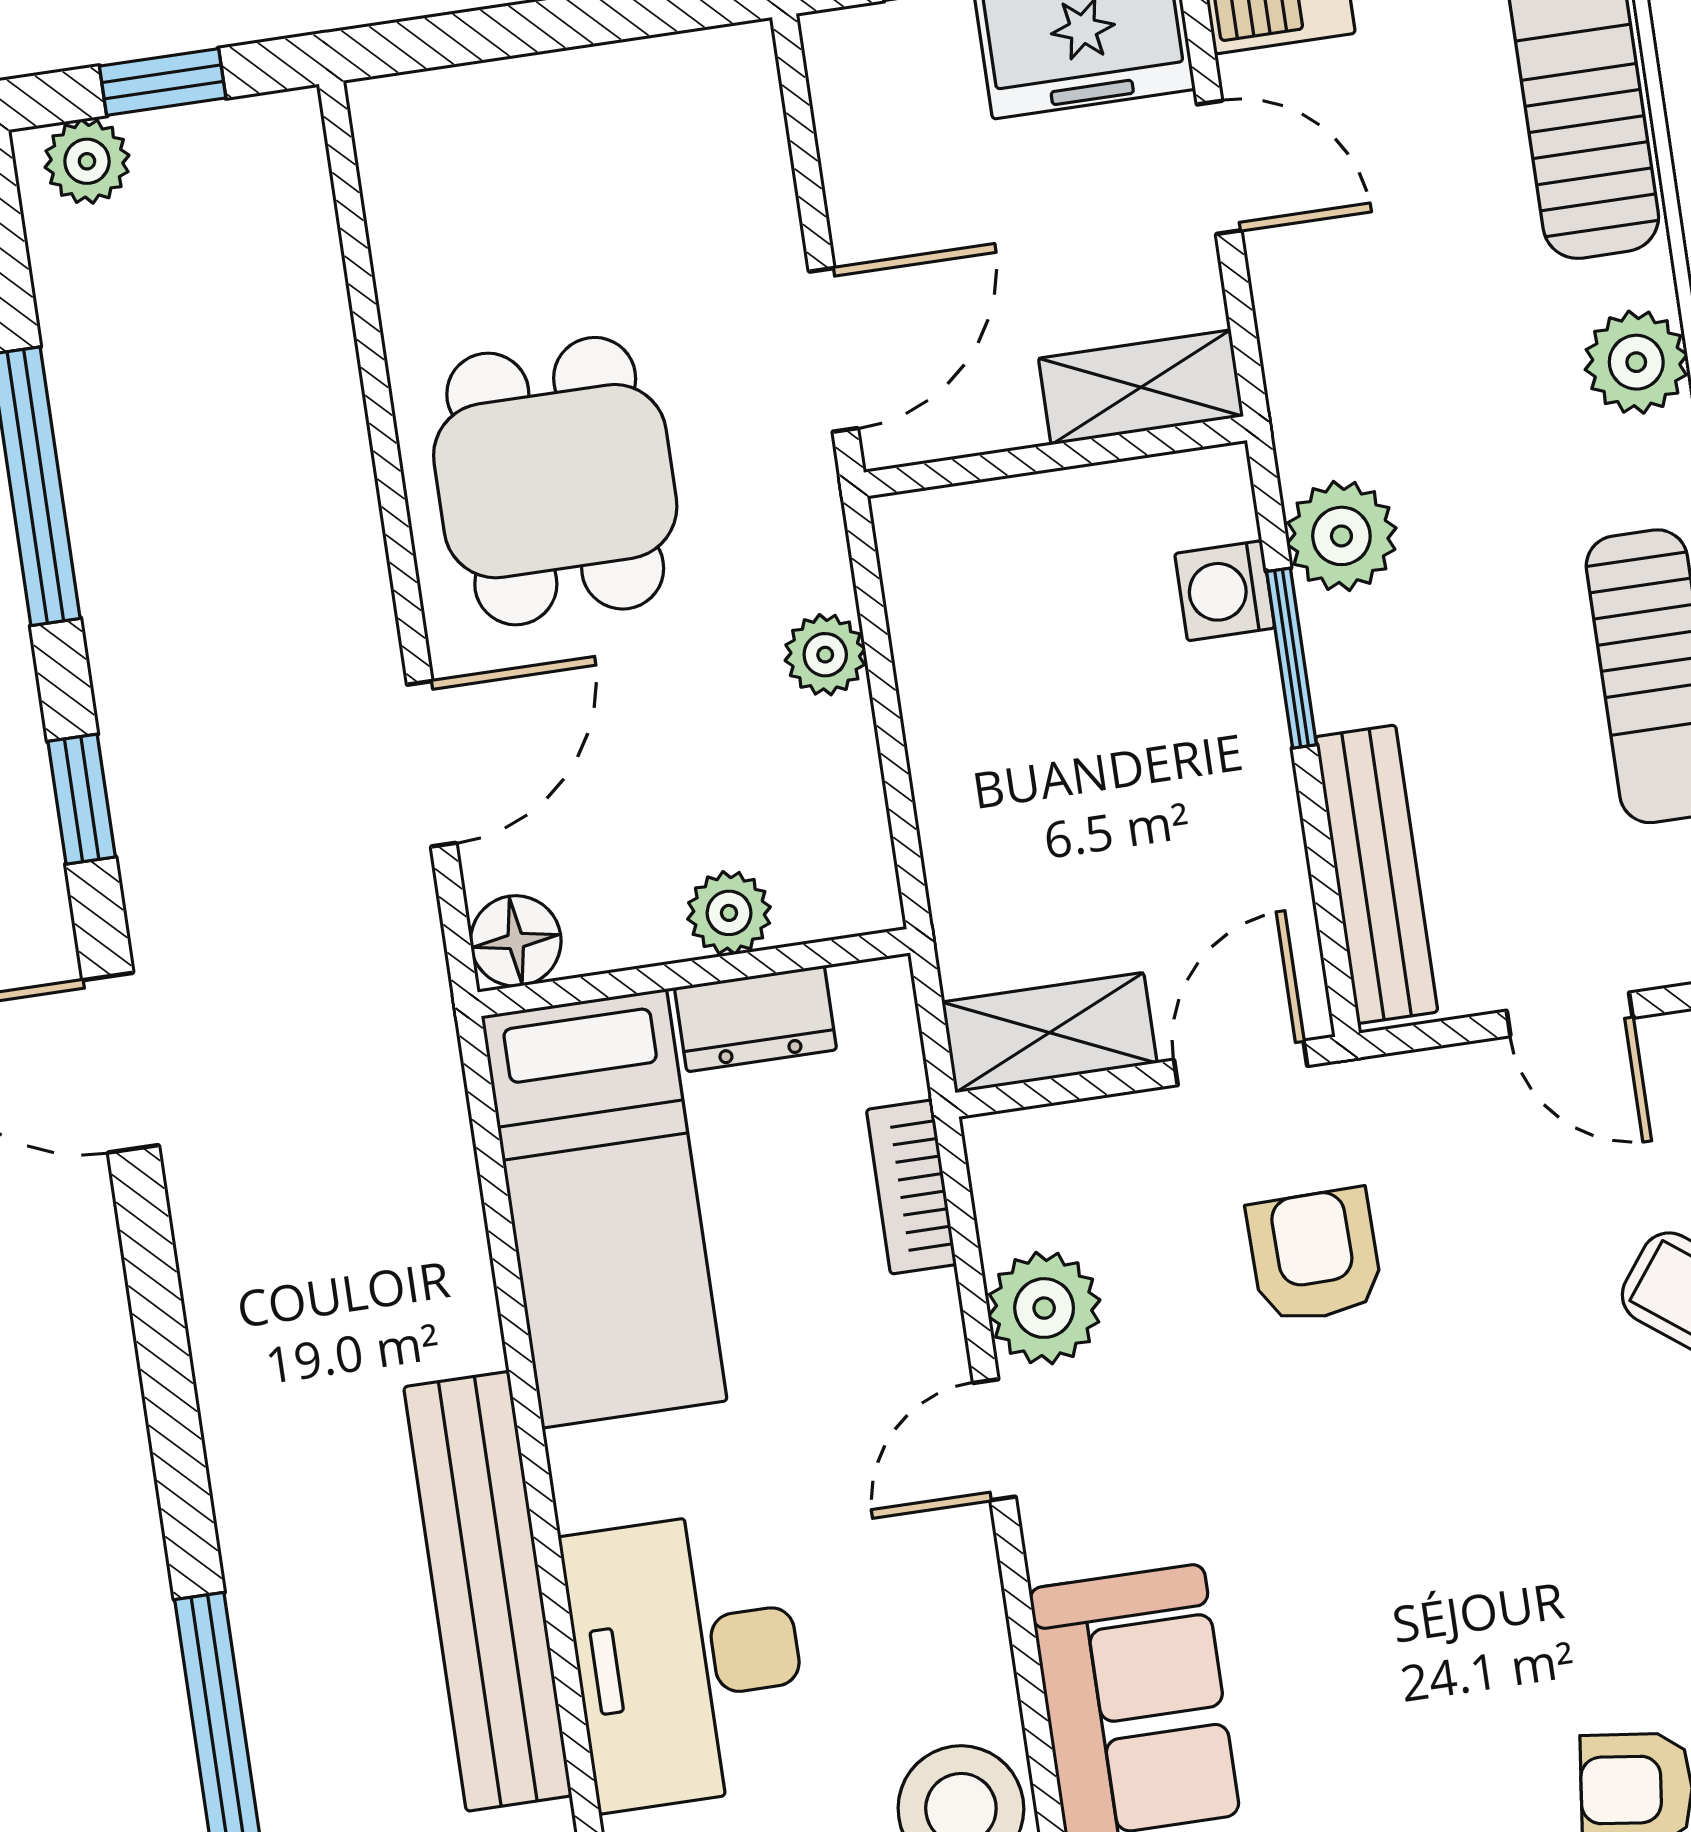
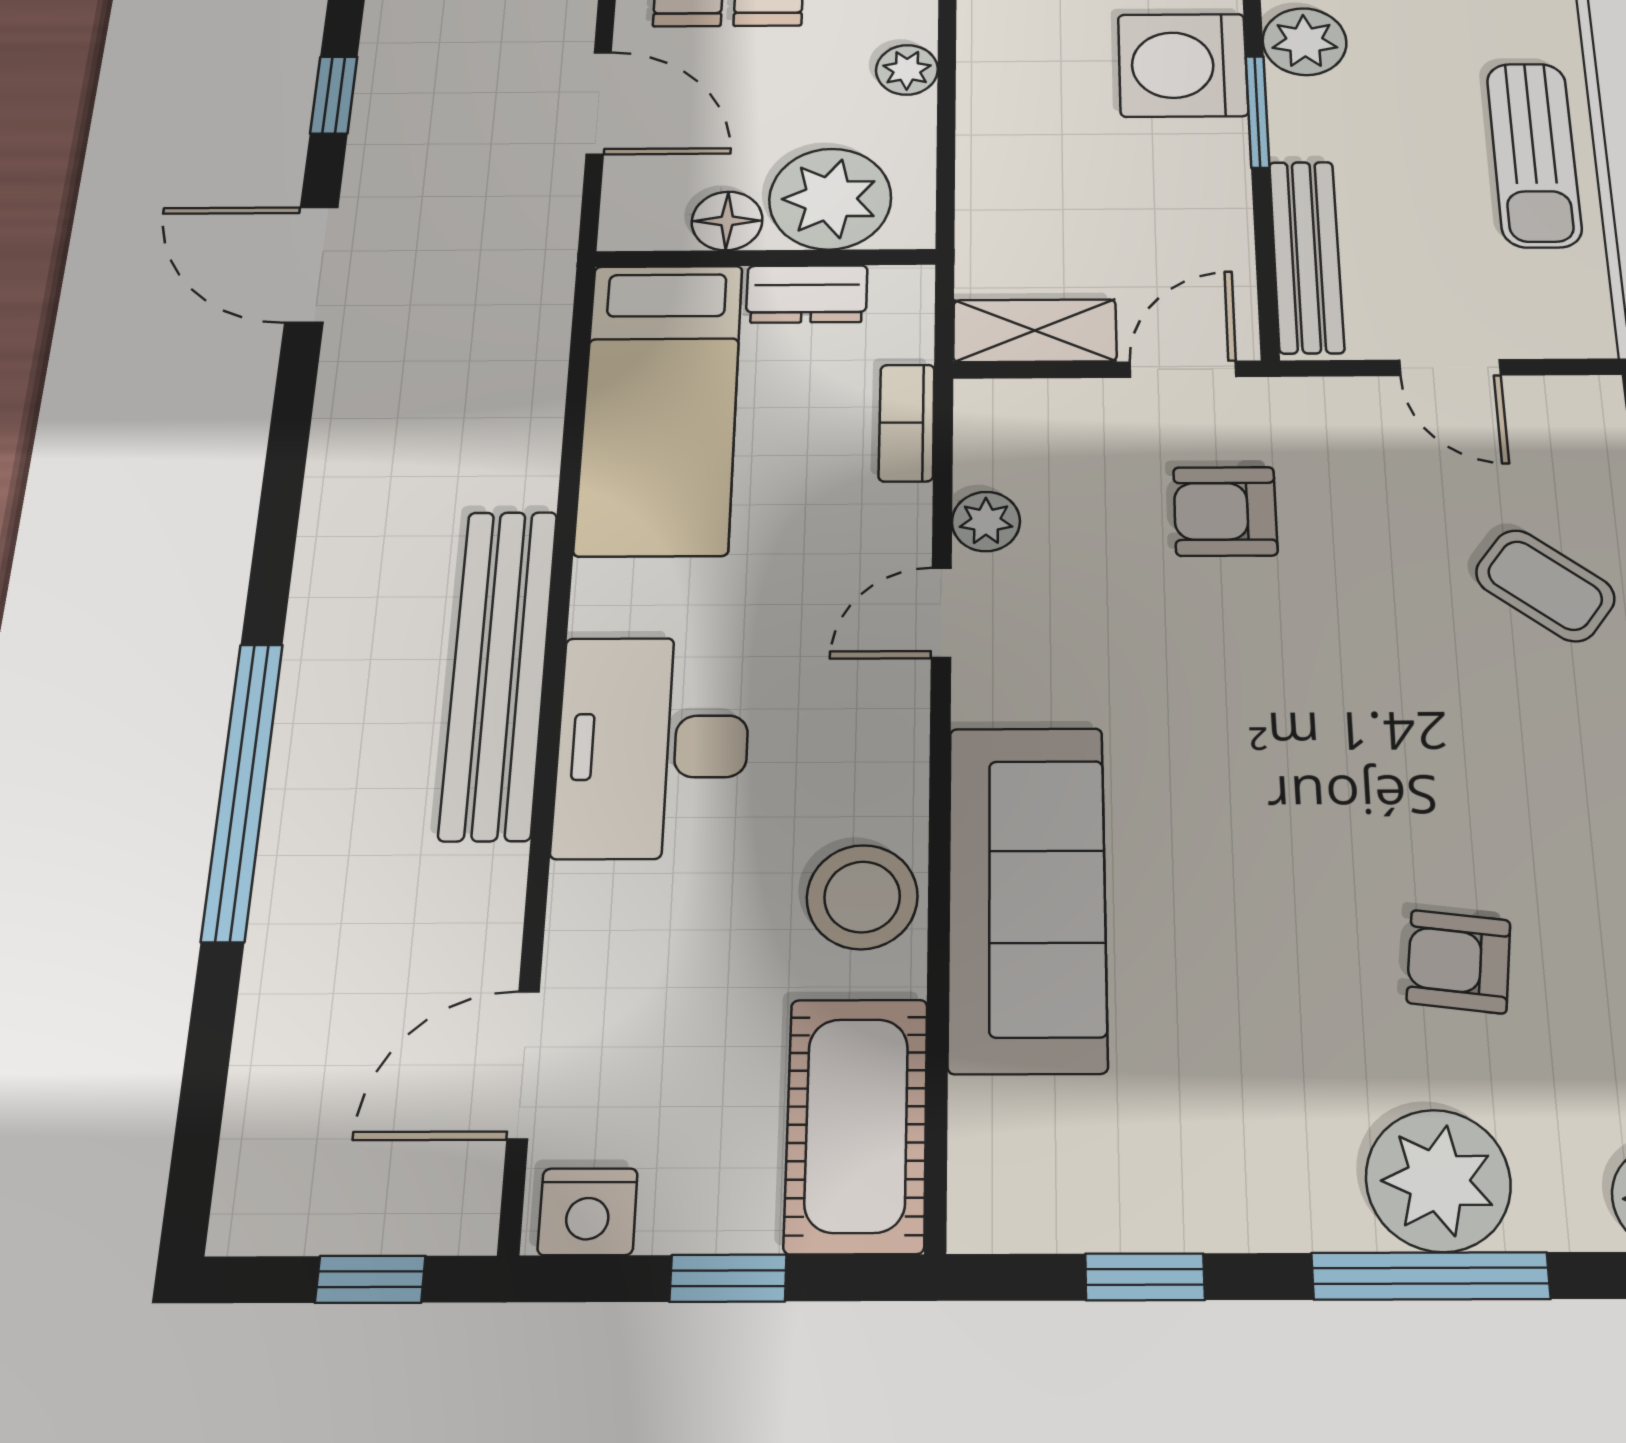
washing machine: (1225, 591) -> (1183, 65), width x1.89, depth x1.89
door: (432, 764) -> (599, 103), hinge flipped
plant: (729, 913) -> (830, 199), width x1.88, depth x1.88
floor lamp: (516, 941) -> (727, 221), moved
armchair: (1315, 1256) -> (1225, 511), turned -89
plant: (1044, 1308) -> (986, 521), width x0.73, depth x0.73

